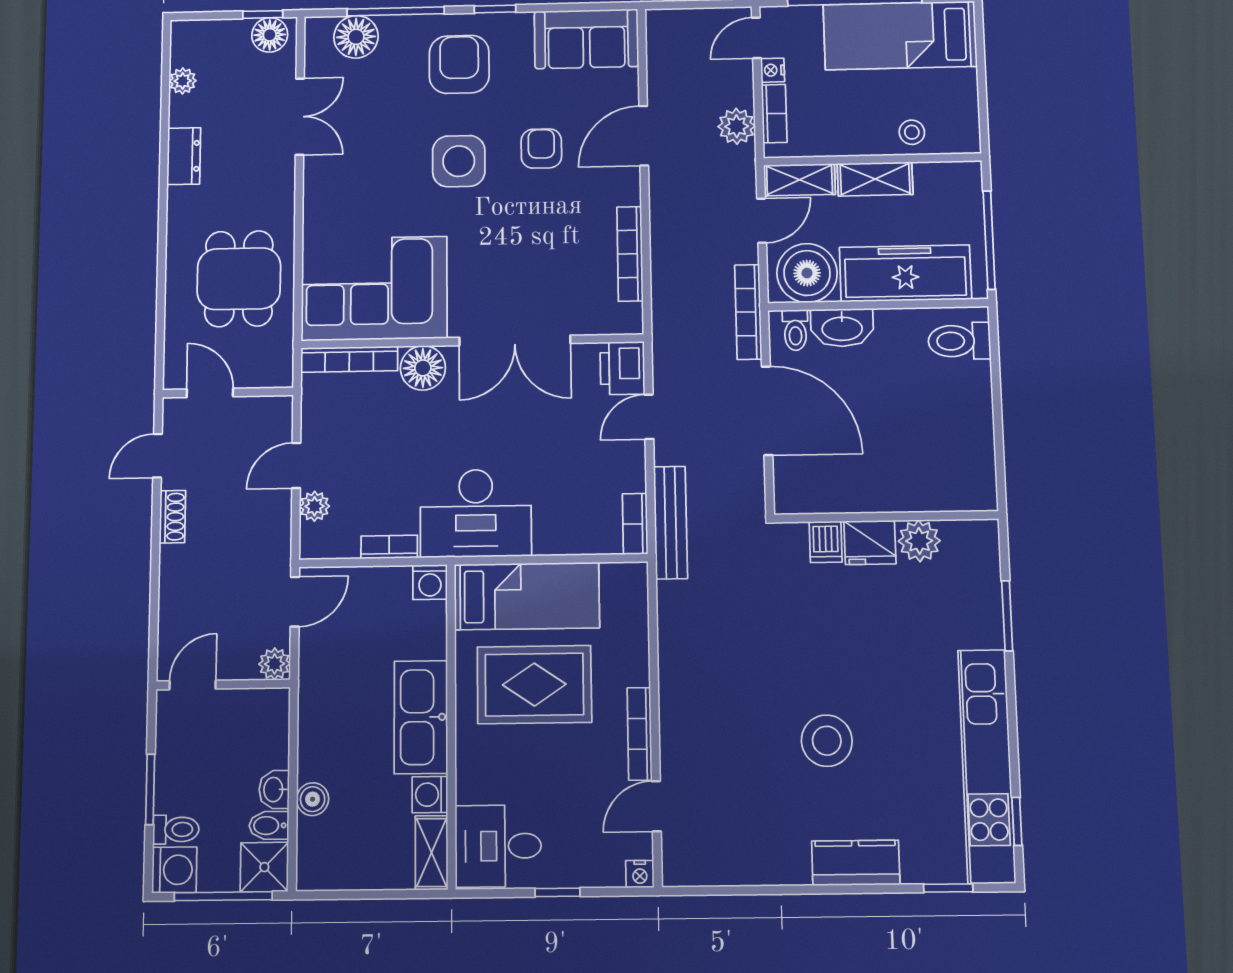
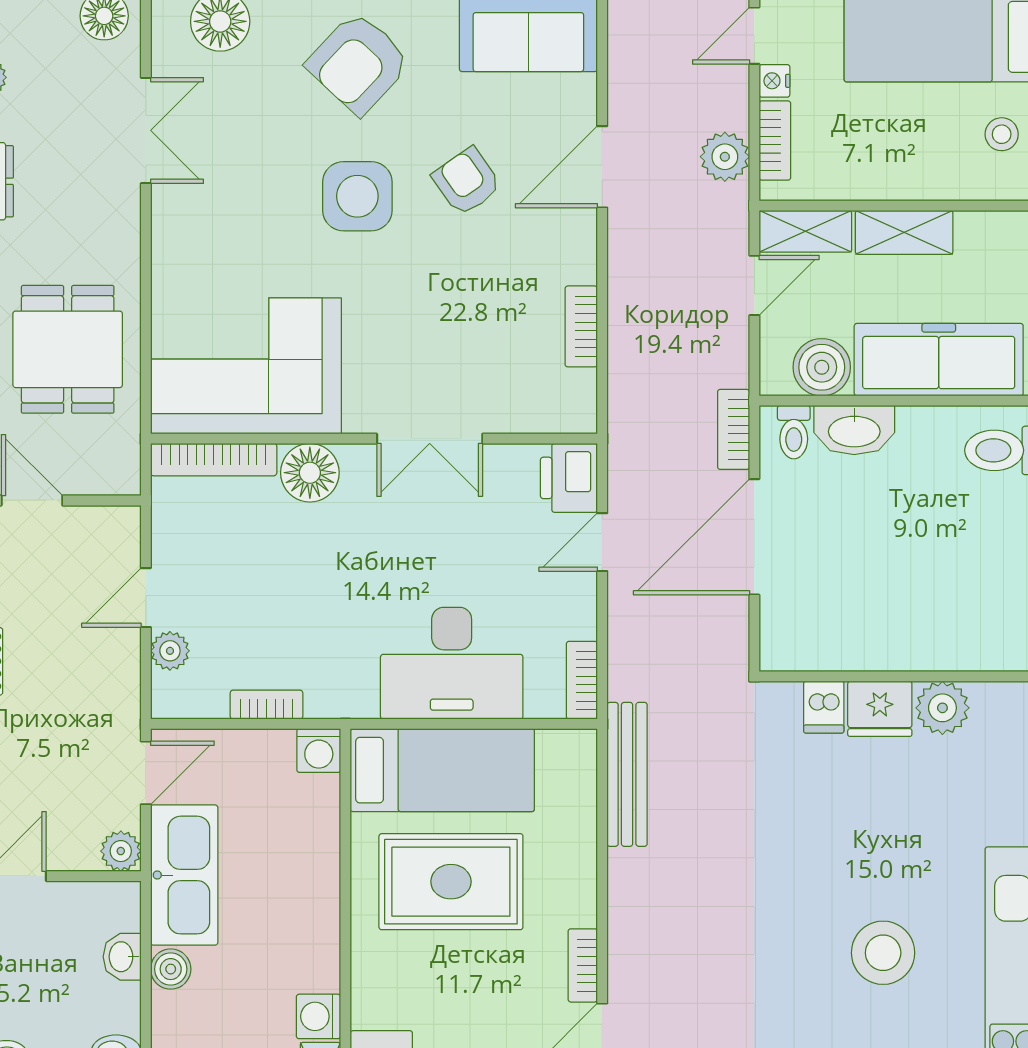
armchair: (459, 64) -> (358, 63), turned -137
stool: (912, 132) -> (1002, 134), moved
armchair: (541, 149) -> (467, 181), turned -35
bookcase: (630, 254) -> (581, 326), width x0.64
boiler: (807, 273) -> (822, 367), width x0.73, depth x0.73
bookcase: (748, 312) -> (734, 429), width x0.64
double door: (515, 340) -> (430, 439), width x0.73
door: (767, 411) -> (754, 537), swing flipped
desk: (476, 513) -> (452, 663), moved
bench: (671, 523) -> (627, 774), moved
kitchen sink: (421, 717) -> (184, 875), moved, turned 180
bookcase: (640, 734) -> (583, 965), width x0.64
stool: (827, 741) -> (883, 953), moved
washbasin: (274, 790) -> (122, 957), moved
boiler: (313, 799) -> (171, 969), moved

